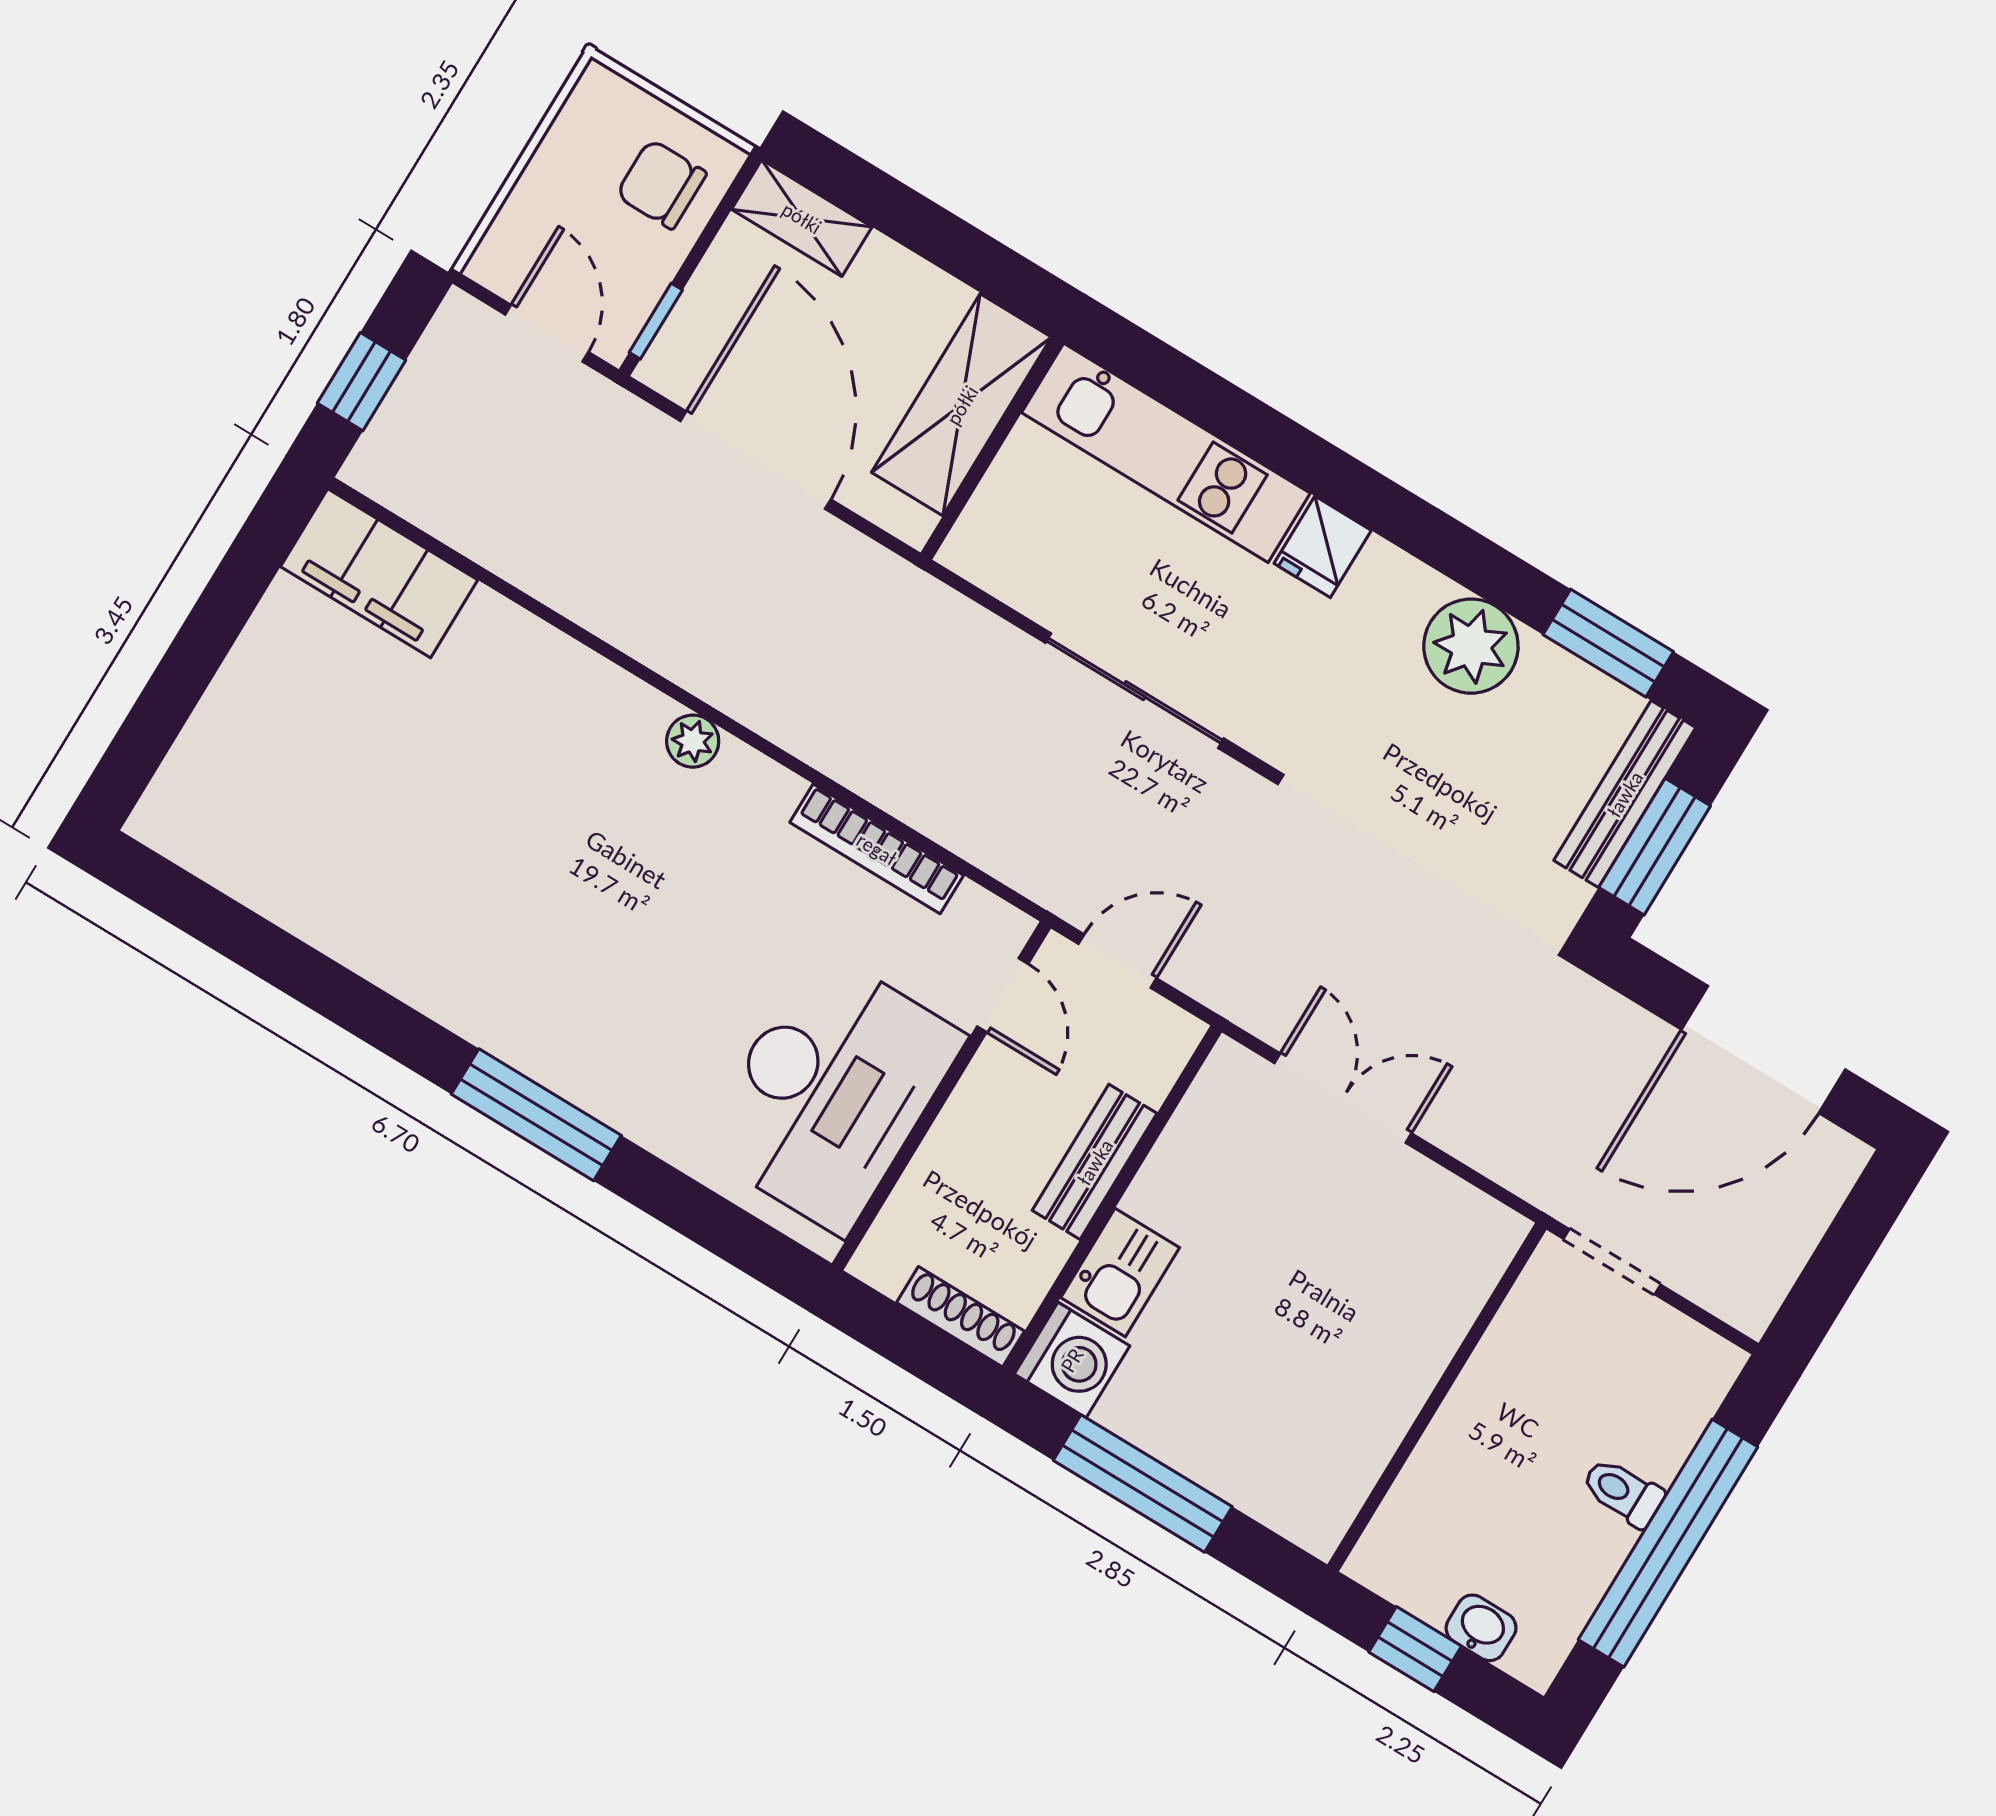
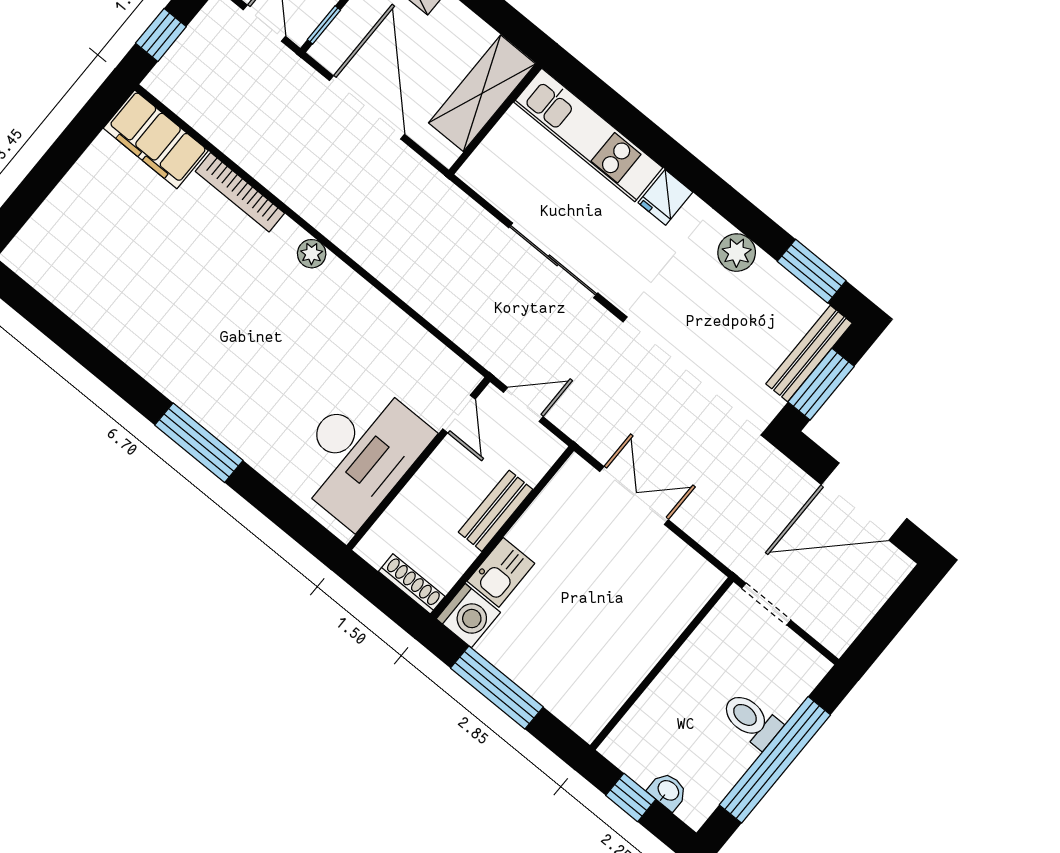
plant: (1471, 646) -> (737, 253), width x0.73, depth x0.73
bookcase: (877, 849) -> (240, 192), moved
toilet: (1623, 1492) -> (751, 720), width x1.37, depth x1.39

